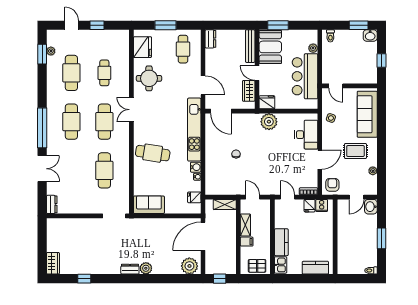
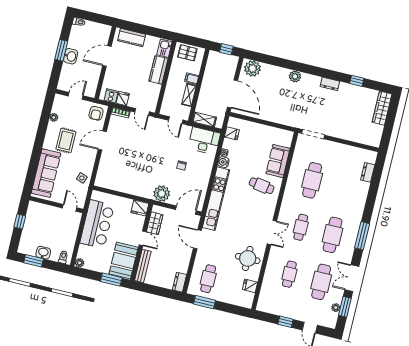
window: (166, 25) -> (204, 302), moved
washbasin: (370, 35) -> (43, 253), moved
fridge: (142, 47) -> (250, 286), width x0.53, depth x0.75
plant: (313, 48) -> (80, 263), moved
door: (221, 111) -> (186, 210), hinge flipped
cafe table: (104, 122) -> (301, 227), width x0.73, depth x0.74
plant: (269, 122) -> (162, 194), moved
window: (42, 128) -> (362, 236), width x0.68
desk: (306, 135) -> (204, 141), moved, turned 90
rug: (355, 151) -> (66, 140), turned 90
cafe table: (153, 153) -> (262, 186), width x0.73, depth x0.74
double door: (42, 169) -> (352, 278), moved
dresser: (52, 204) -> (368, 172), moved
sofa: (149, 205) -> (278, 161), moved, turned 90
washbasin: (371, 207) -> (71, 56), moved
door: (203, 236) -> (233, 94), hinge flipped
door: (335, 244) -> (107, 56), added
wardrobe: (53, 263) -> (382, 108), width x1.50
dresser: (130, 269) -> (330, 84), moved

